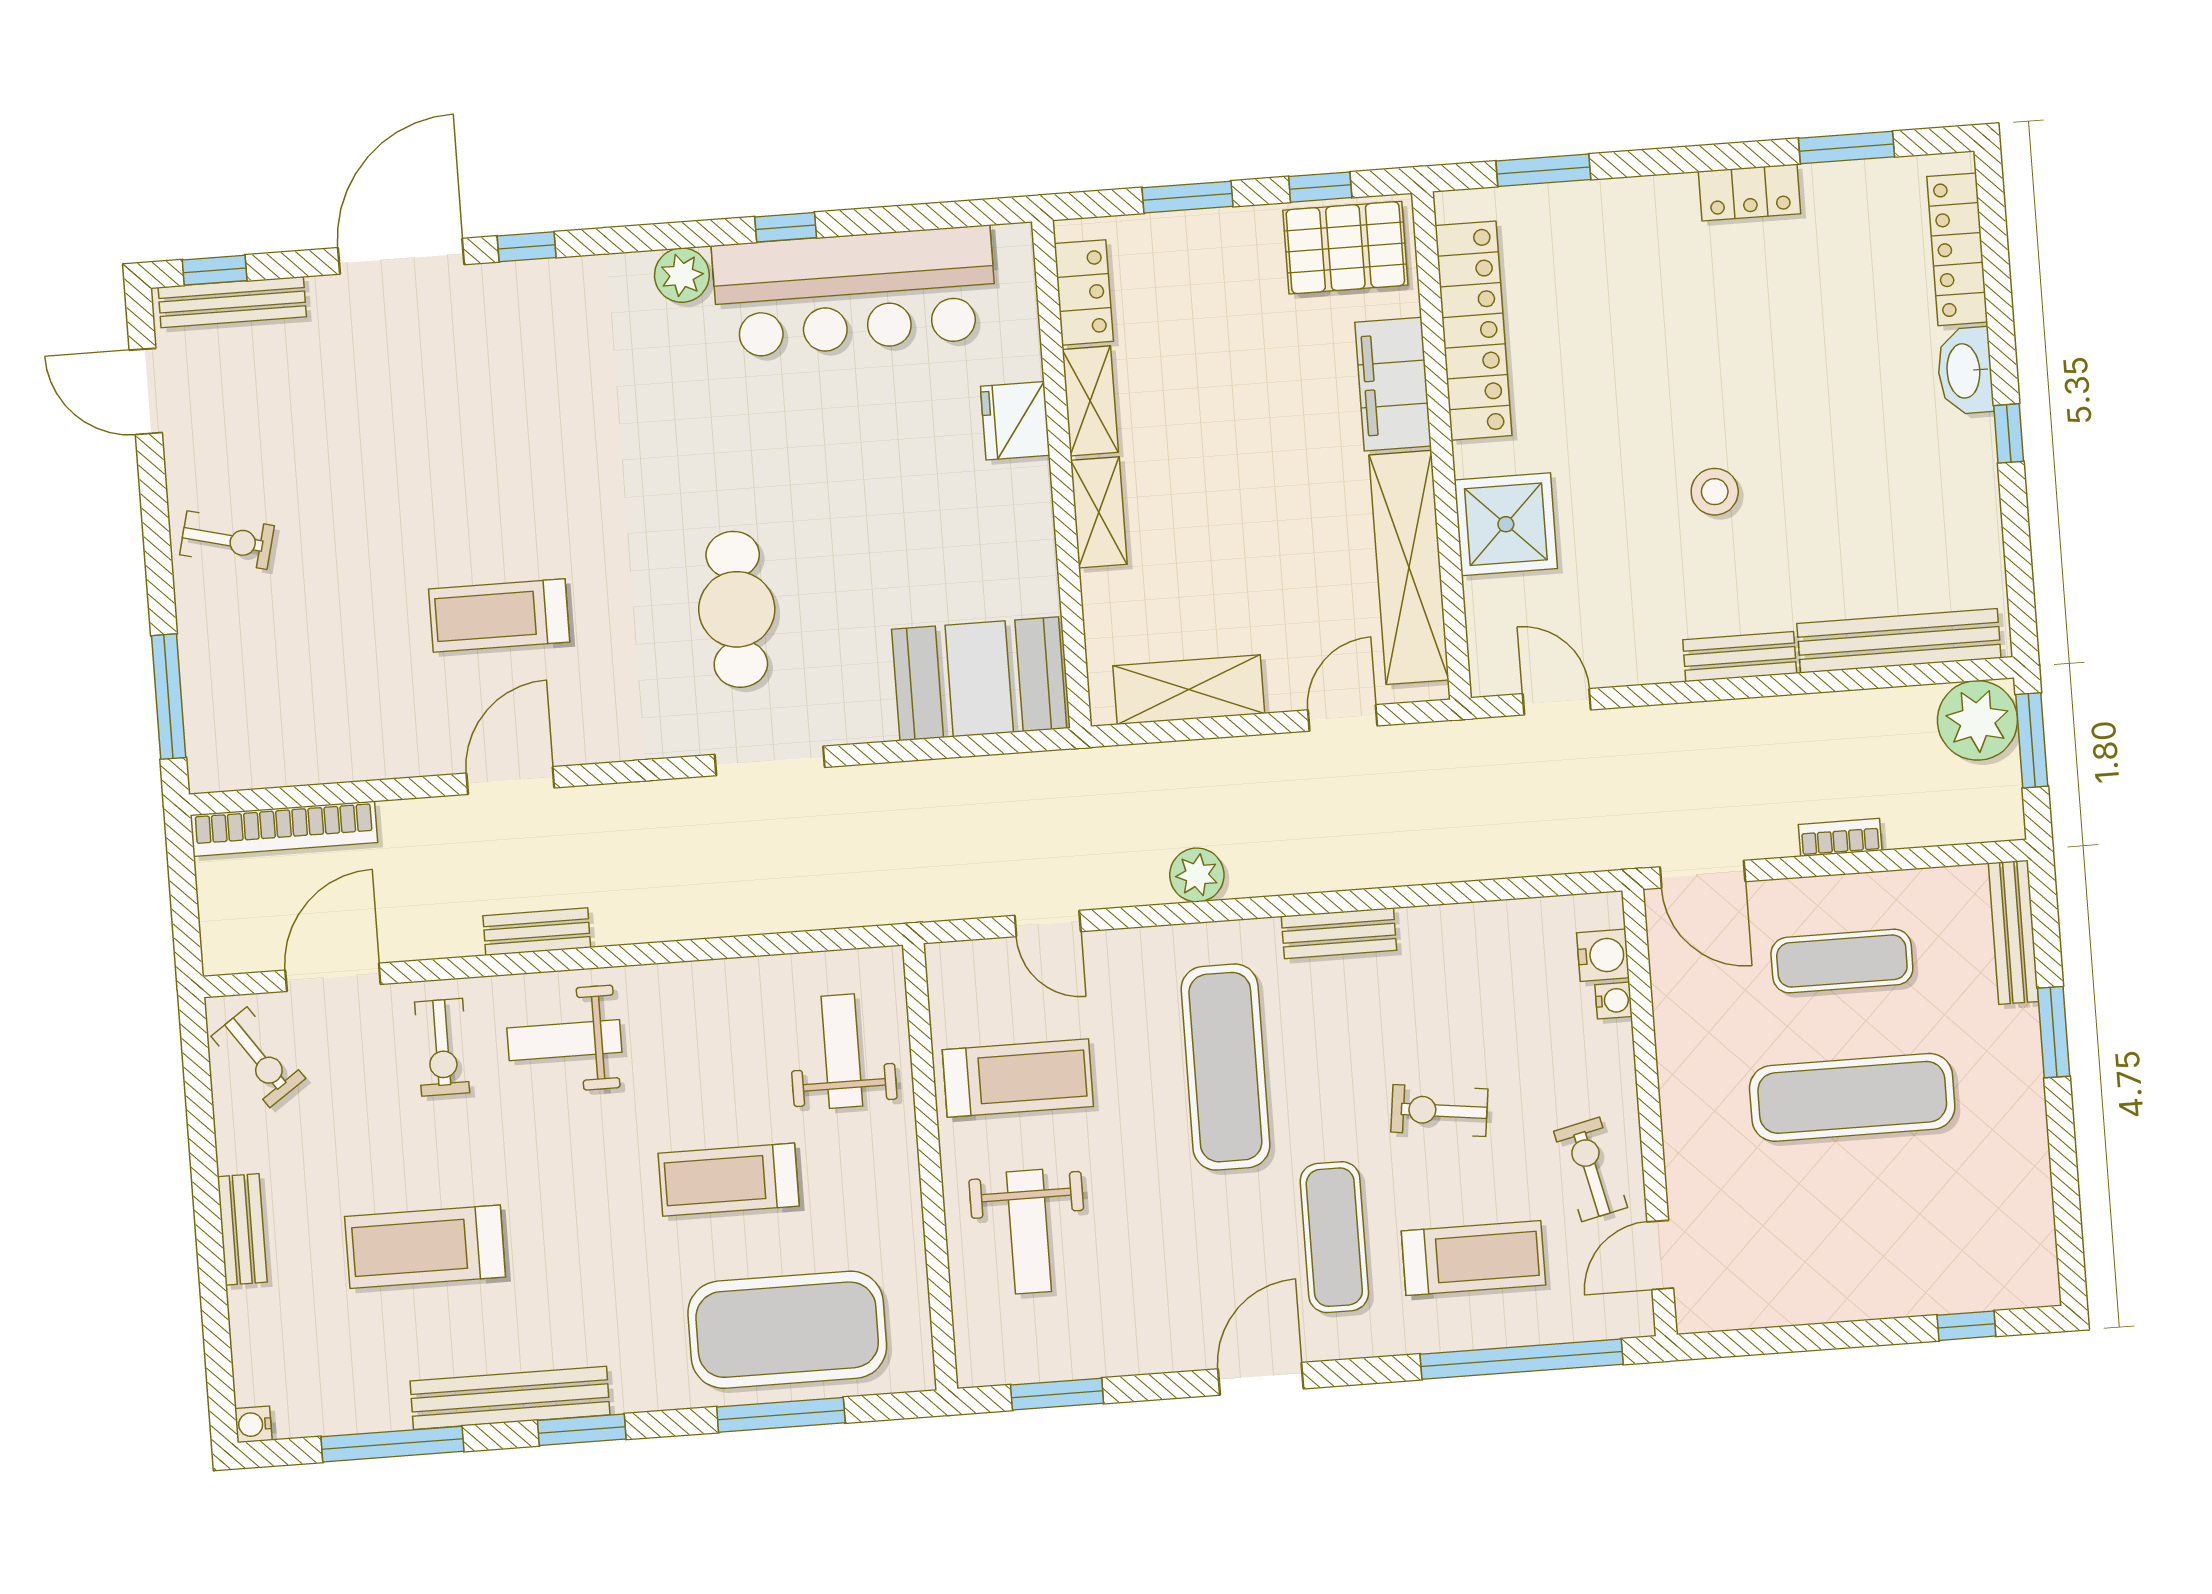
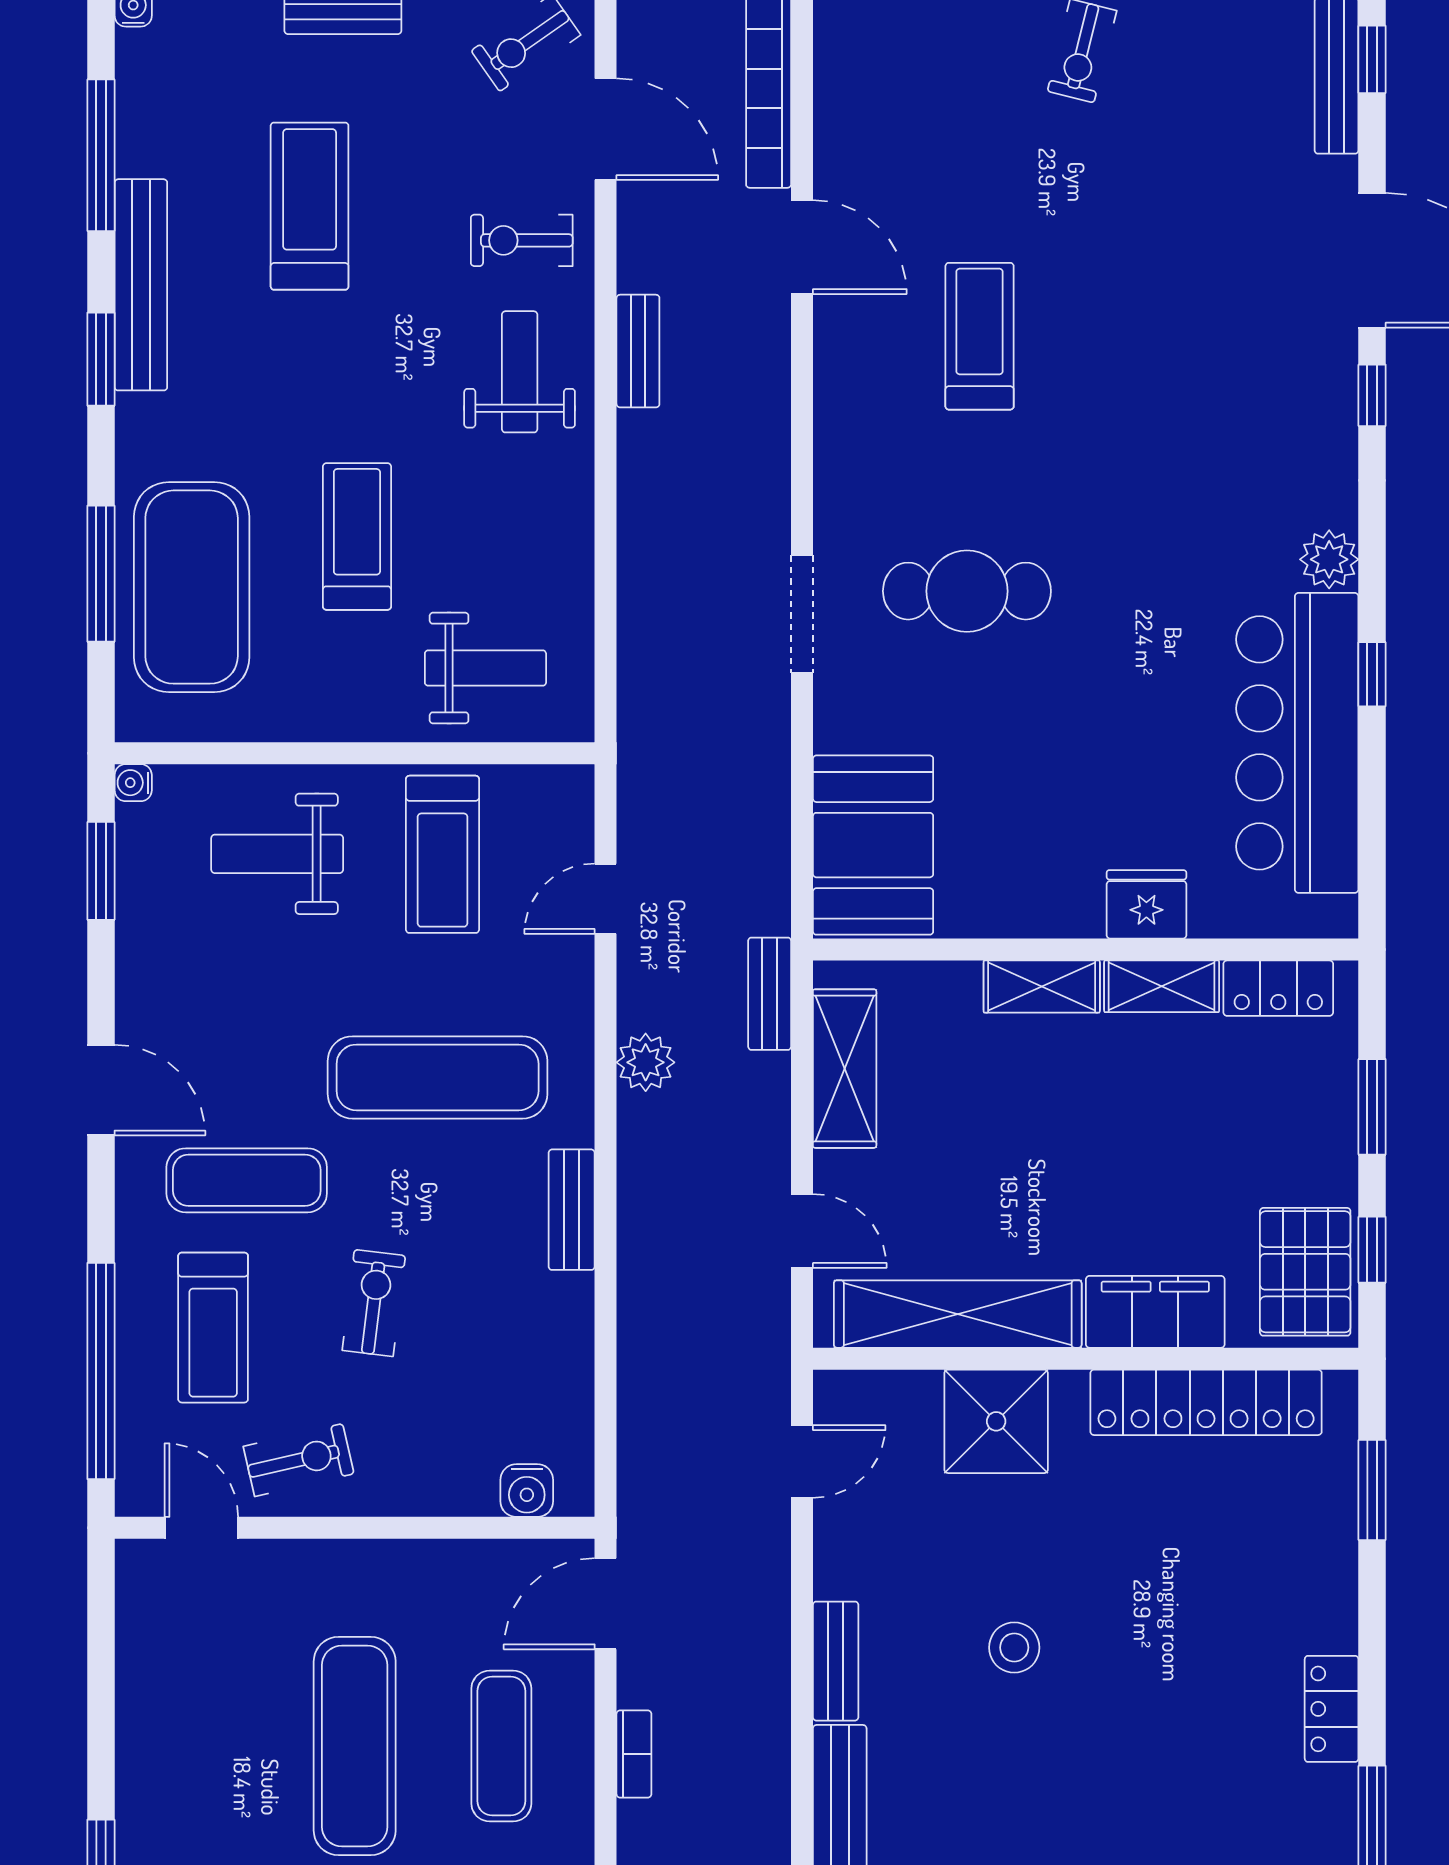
bench: (1125, 764) -> (770, 994), added
door: (510, 780) -> (802, 247), moved
water cooler: (1614, 1001) -> (133, 783), moved, turned 90

